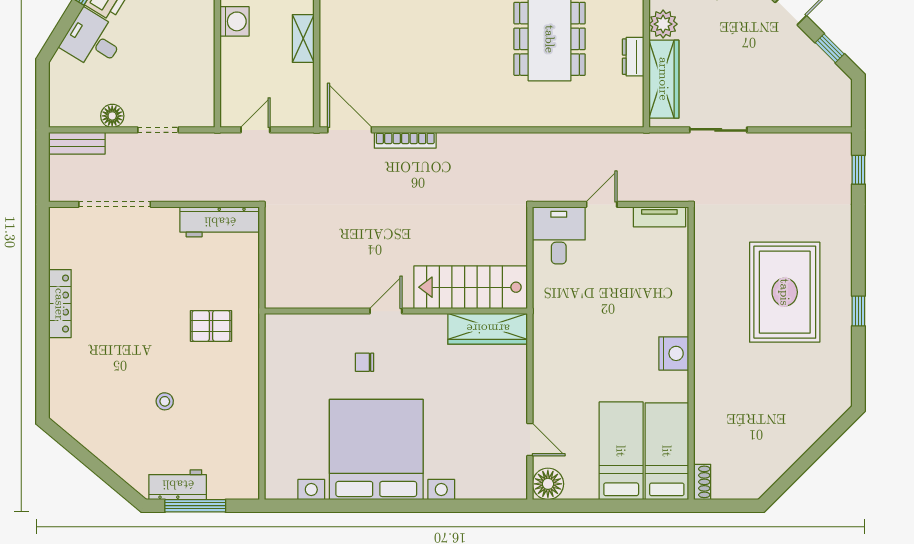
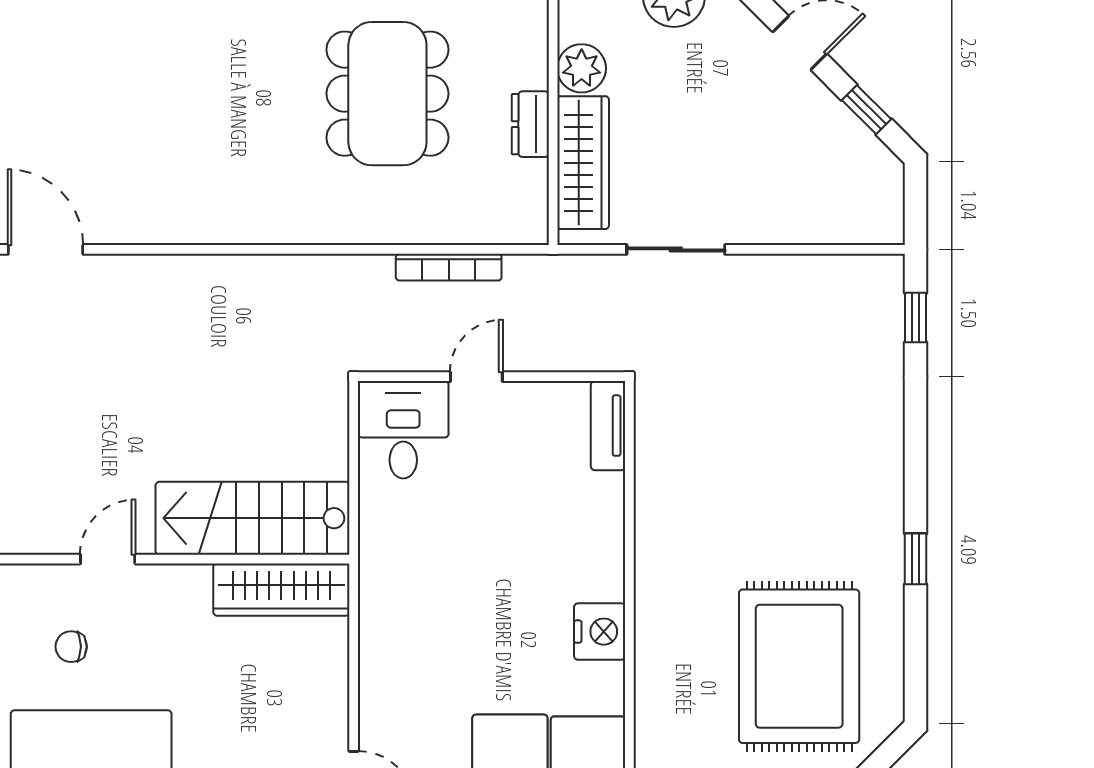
bookcase: (405, 140) -> (449, 267), moved
tv unit: (659, 217) -> (608, 426), moved, turned 90
rug: (785, 292) -> (799, 666), moved

